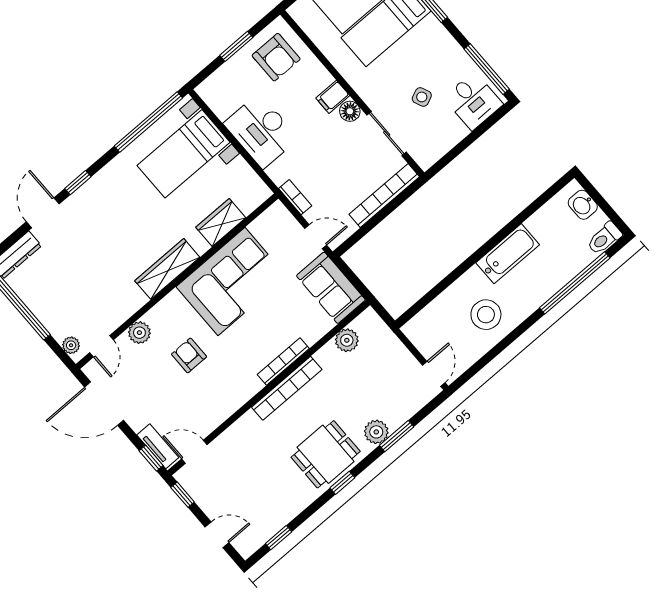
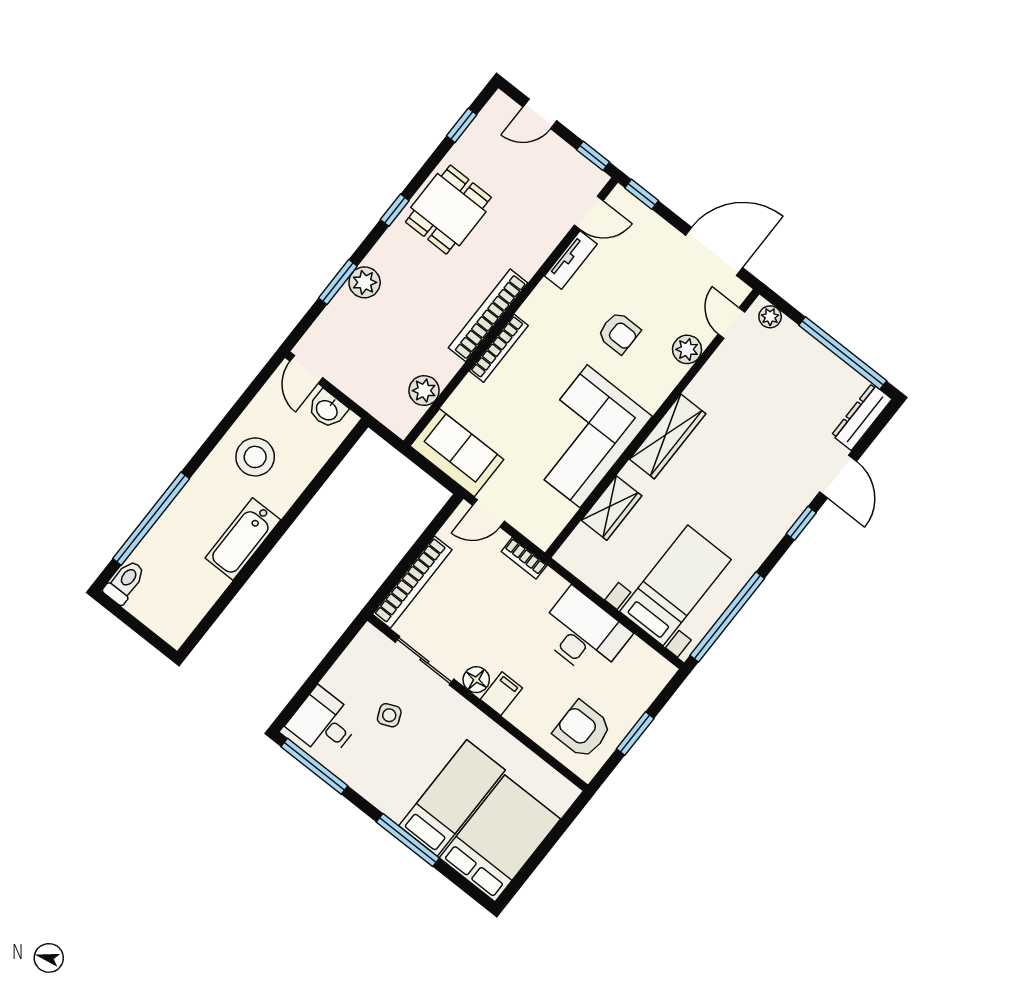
washbasin: (583, 205) -> (327, 410), moved, turned 180
tv unit: (158, 446) -> (571, 260), moved, turned -90
dining table: (326, 454) -> (448, 210), moved

